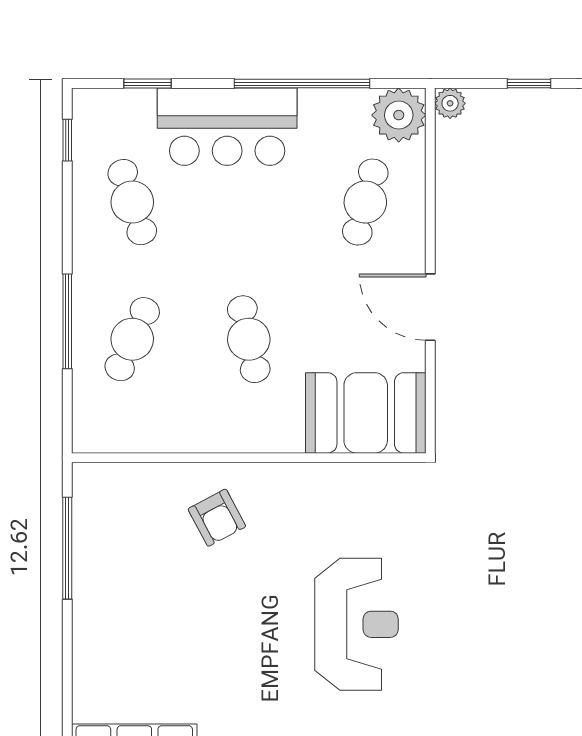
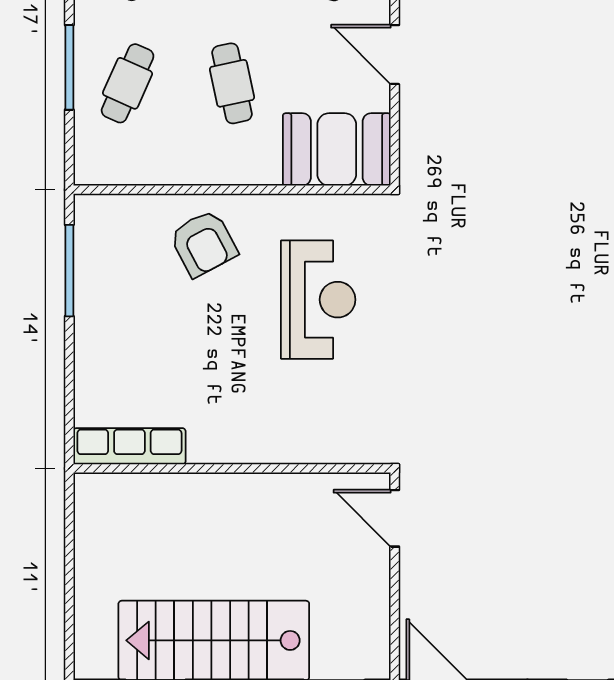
armchair: (217, 518) -> (203, 243), width x1.38, depth x1.38
reception desk: (357, 624) -> (318, 300), moved

